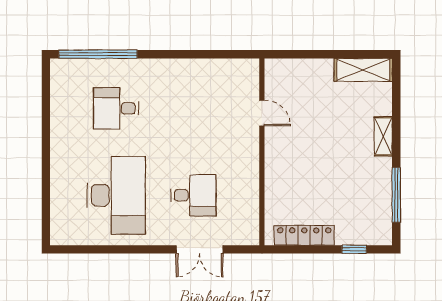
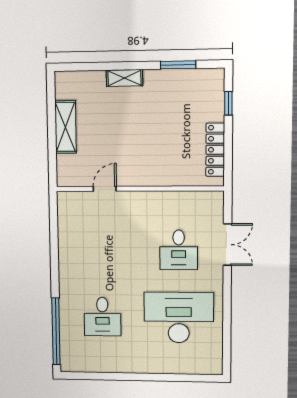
shelving: (363, 70) -> (65, 127), moved
desk: (193, 195) -> (179, 250), turned 180
window: (396, 195) -> (178, 65), width x0.69

